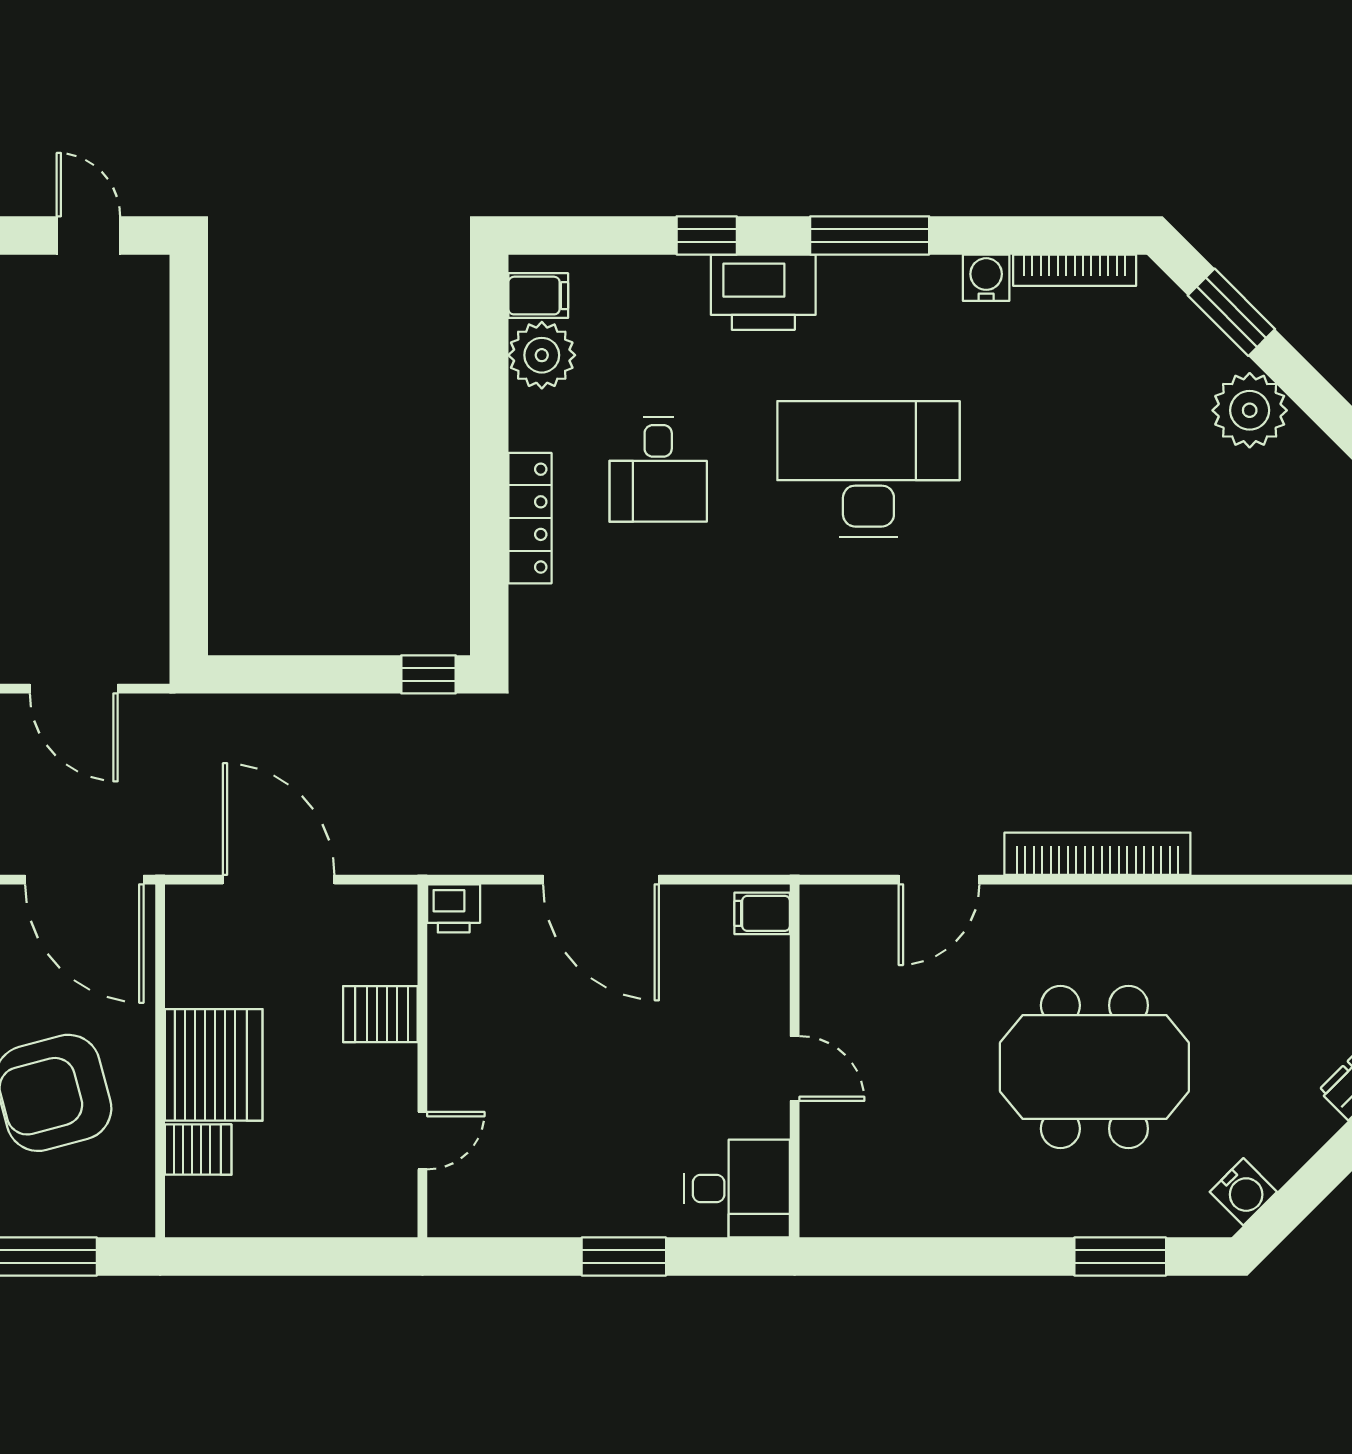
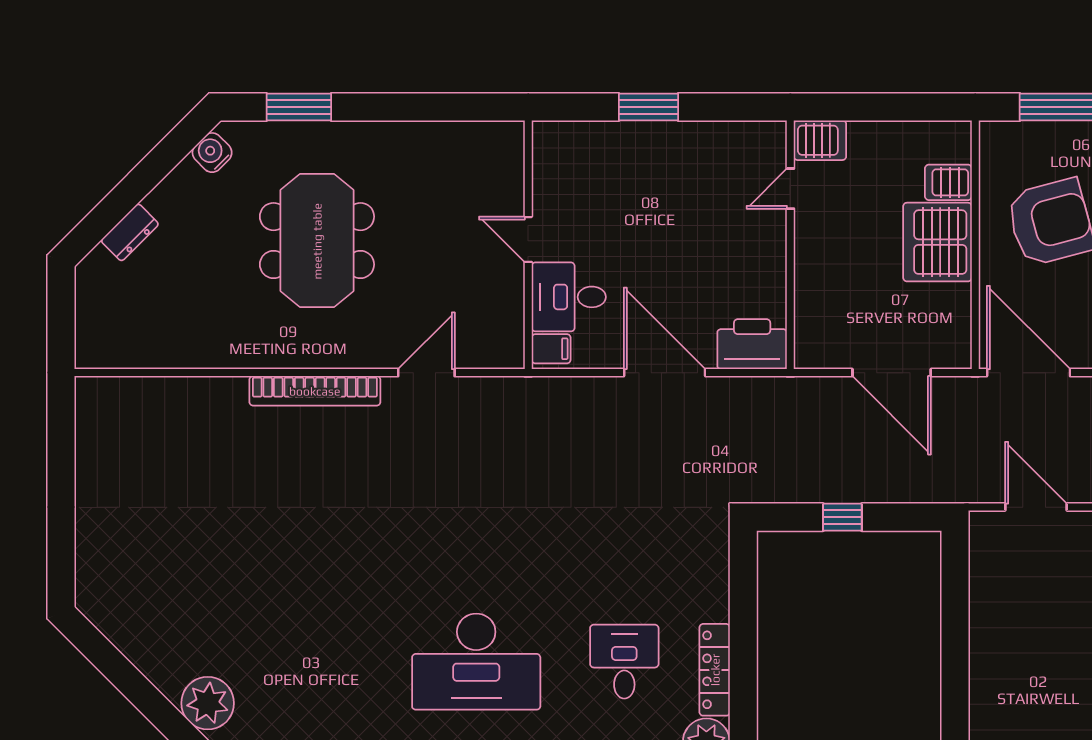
locker: (530, 518) -> (715, 670), moved
window: (428, 674) -> (842, 517), moved
printer: (454, 908) -> (752, 344), width x1.87, depth x1.48
server rack: (380, 1014) -> (820, 140), moved
meeting table: (1094, 1067) -> (317, 241), turned 90
desk: (737, 1188) -> (569, 297), moved

